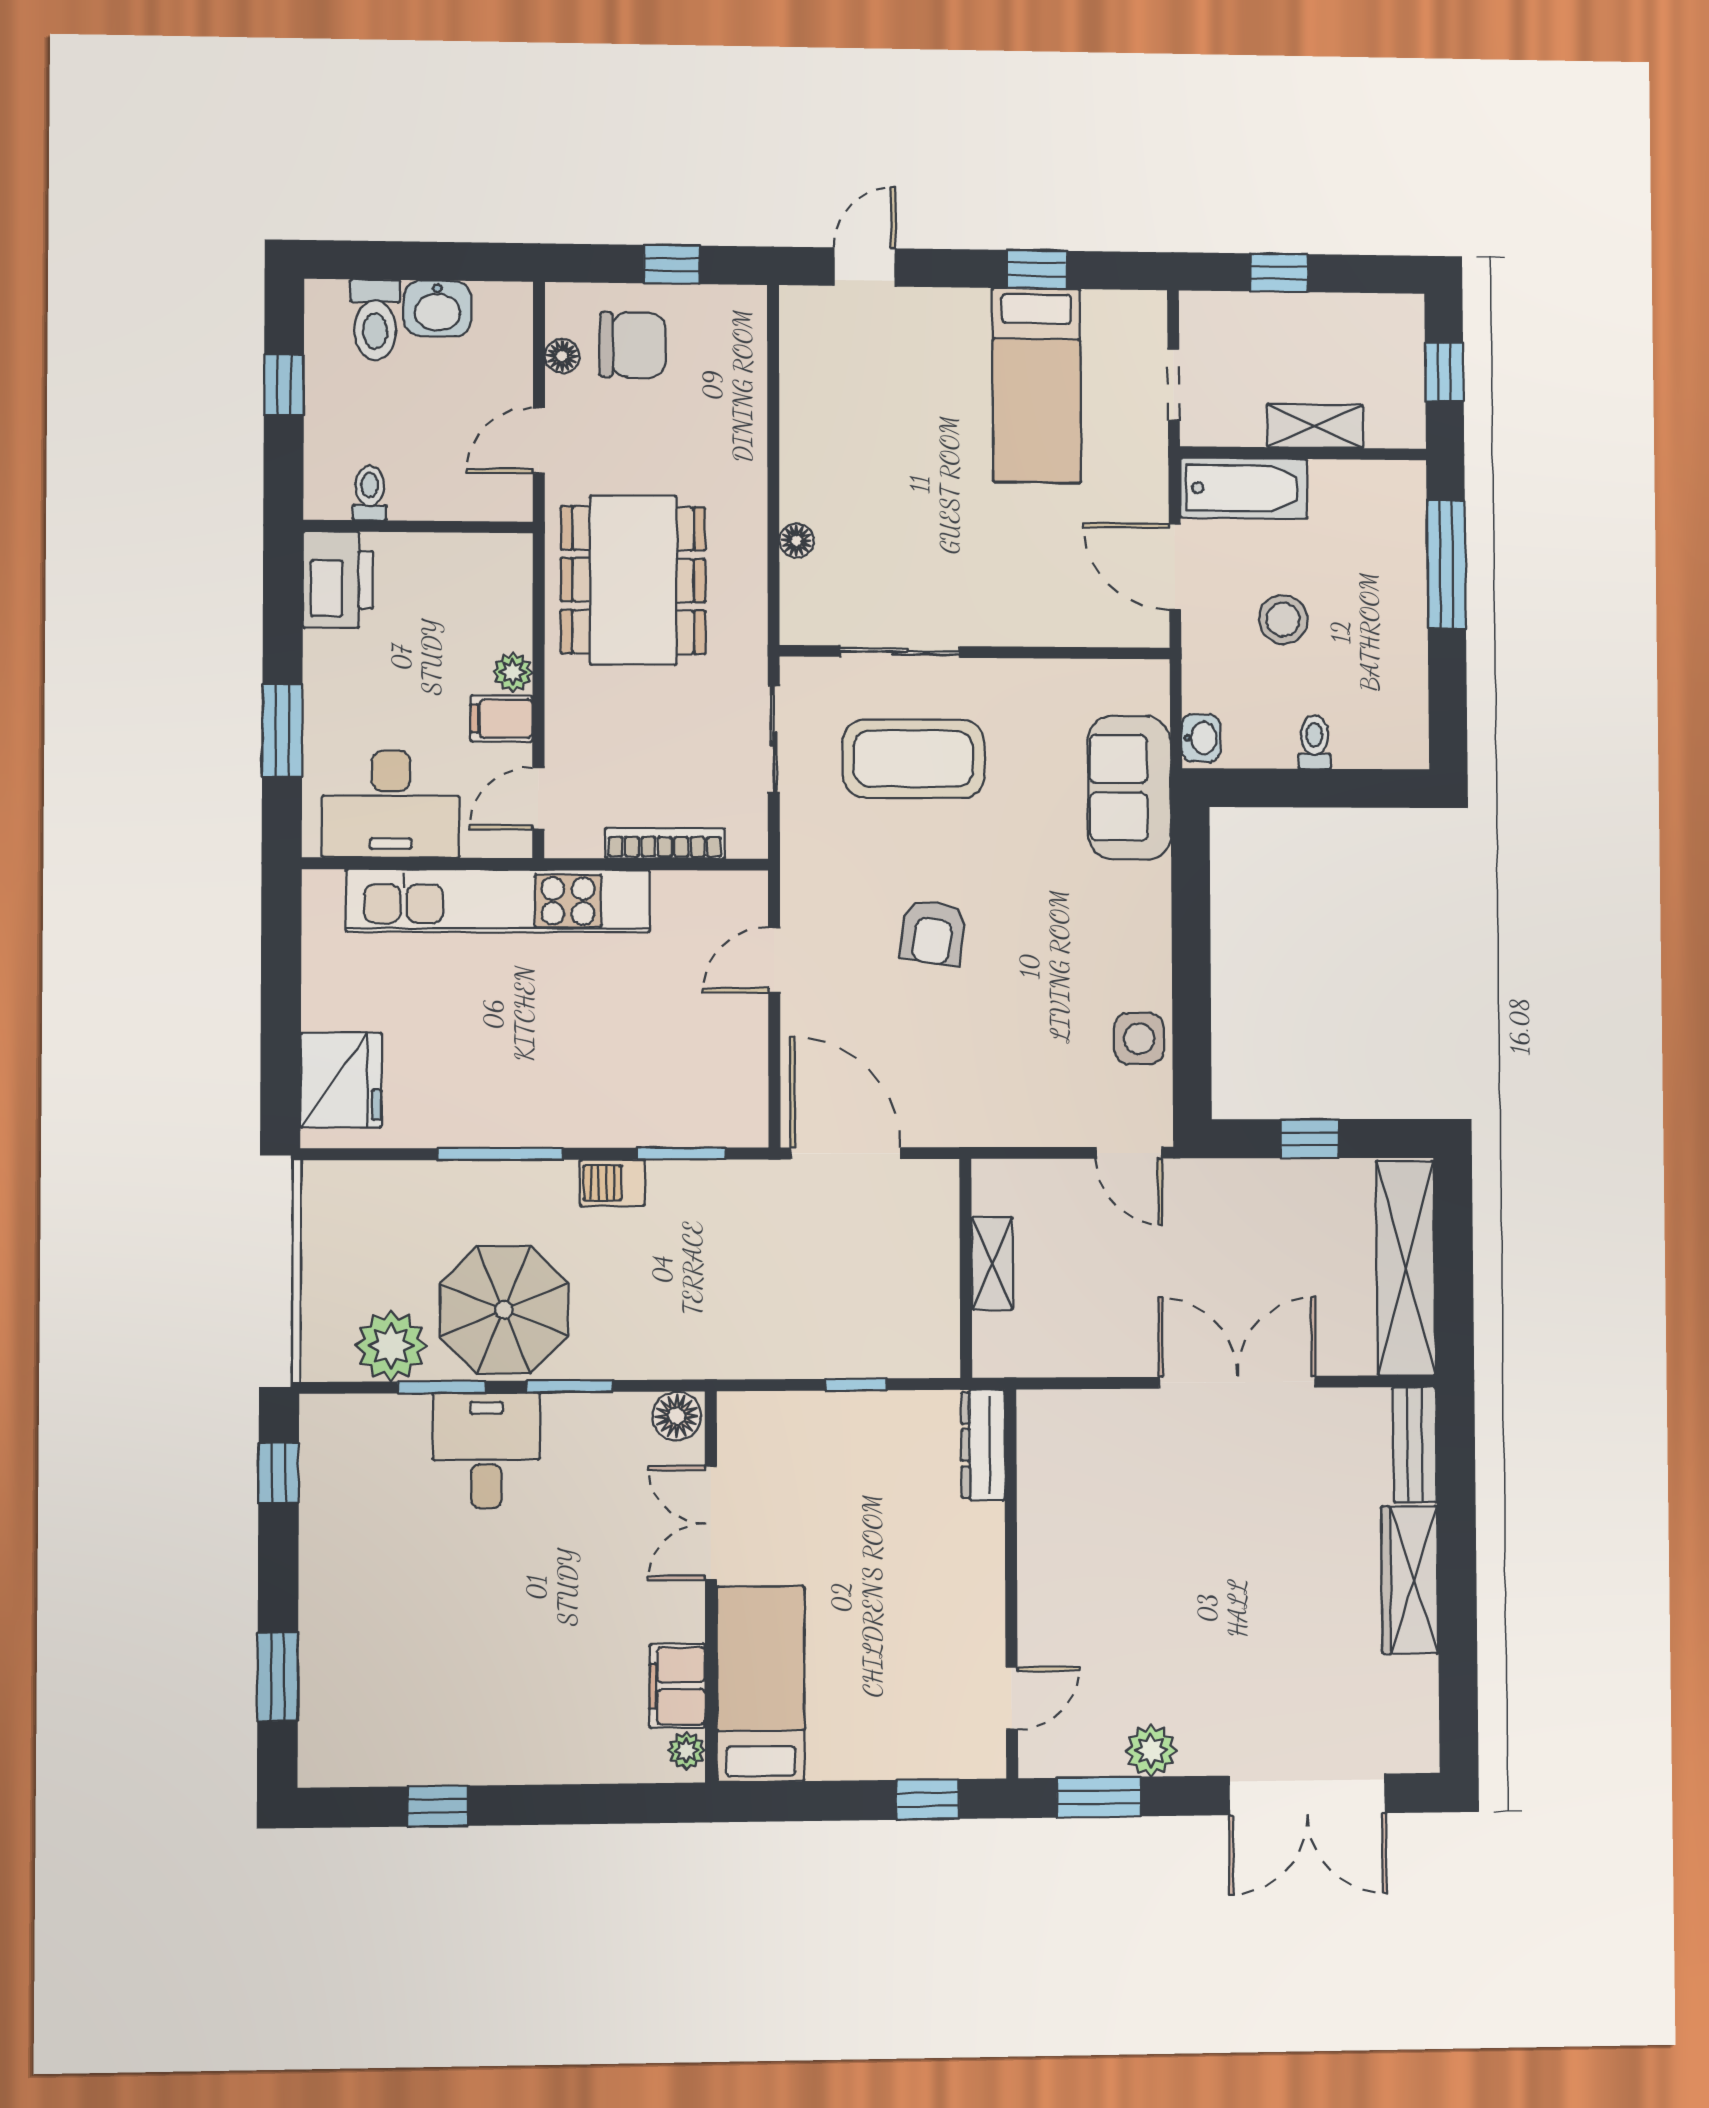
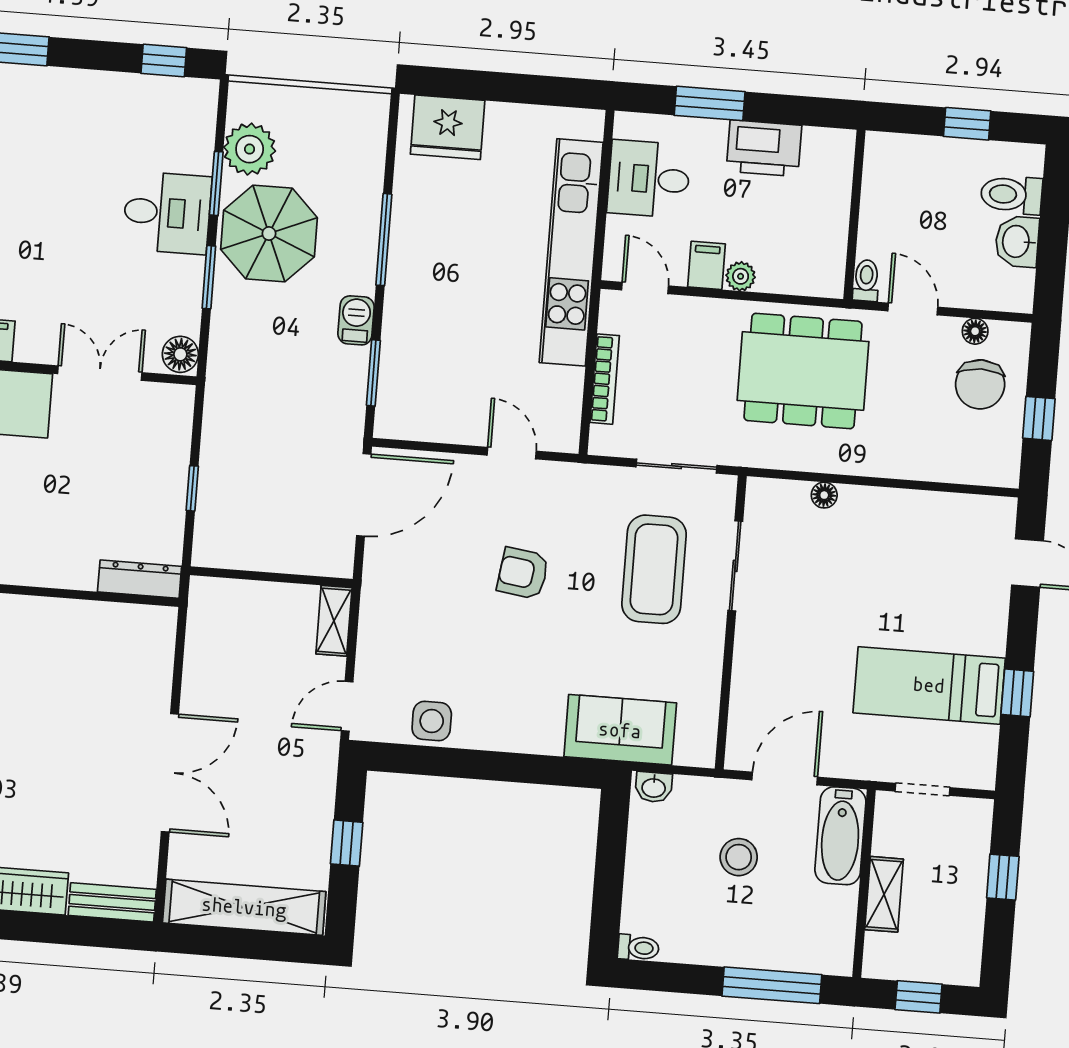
toilet: (370, 493) -> (866, 280), moved, turned -90
printer: (338, 580) -> (764, 148), moved
toilet: (1314, 742) -> (638, 948), moved
desk: (391, 804) -> (649, 179), width x0.73
shelving: (992, 1263) -> (334, 621), moved, turned 90

